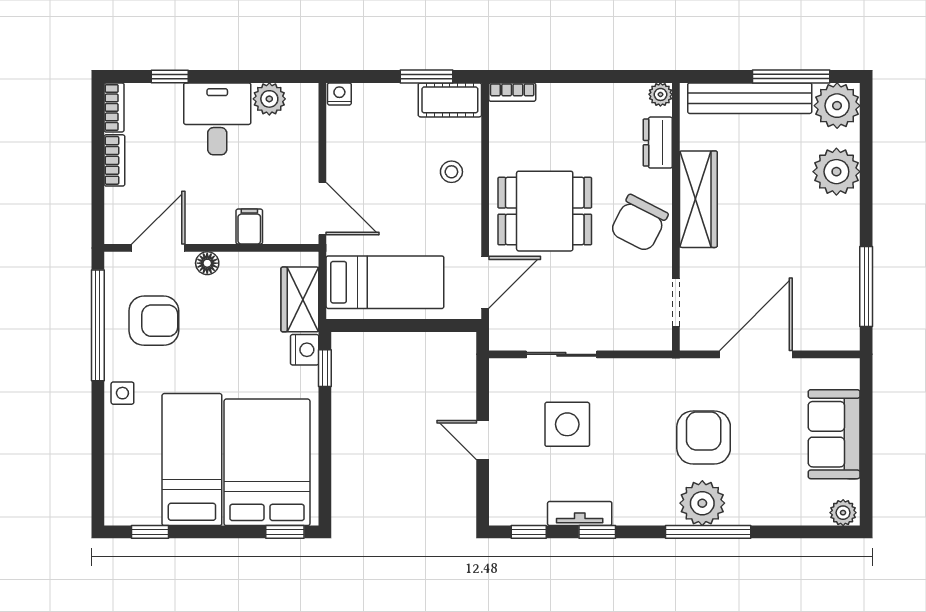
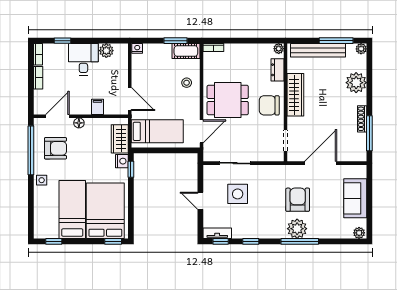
plant: (837, 106) -> (361, 49), width x0.53, depth x0.53
chair: (639, 223) -> (269, 105), turned 63
shoe rack: (850, 254) -> (362, 119), added
tv unit: (580, 513) -> (217, 233), moved

